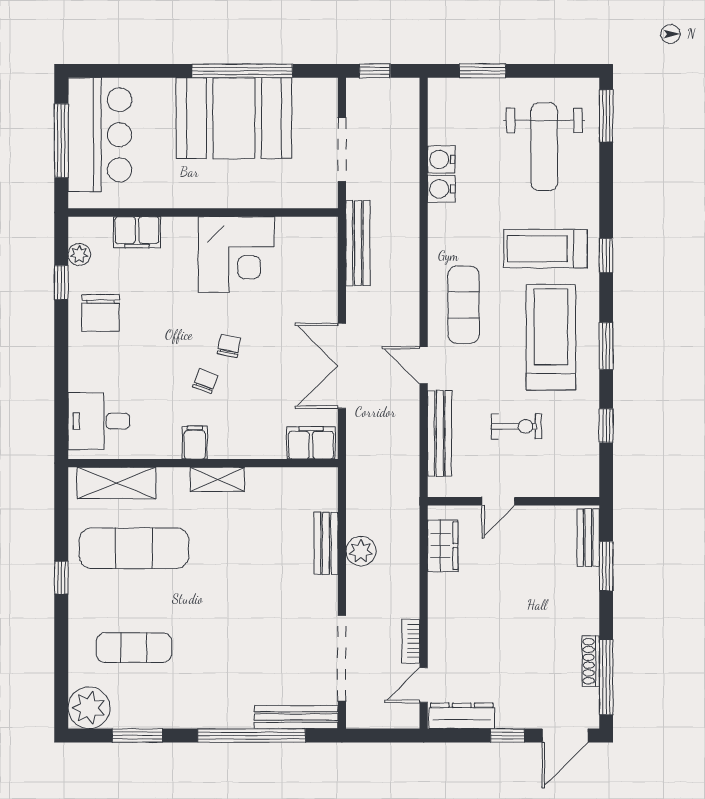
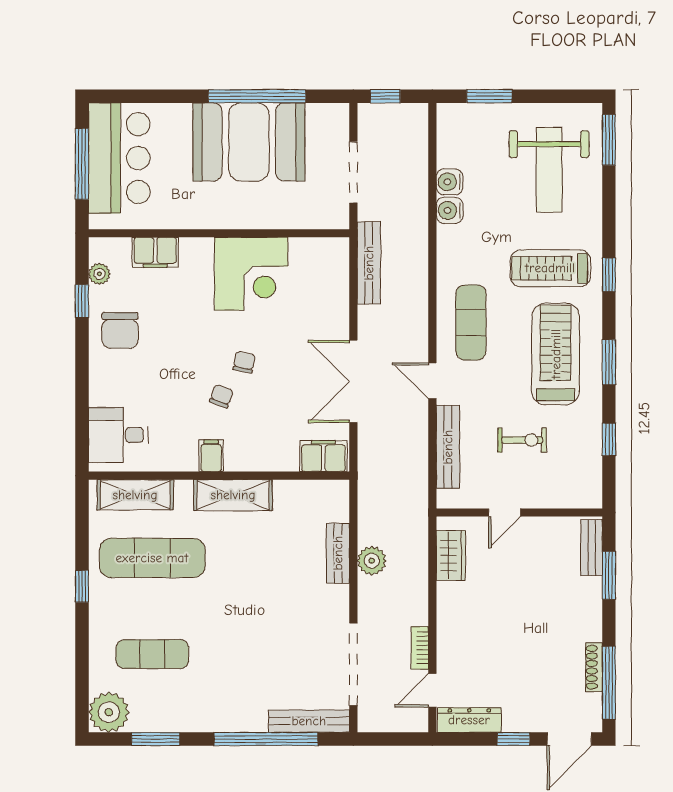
shelving: (217, 479) -> (233, 495), width x1.50, depth x1.33

